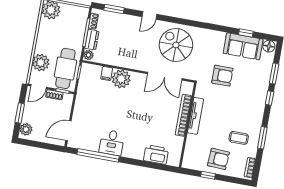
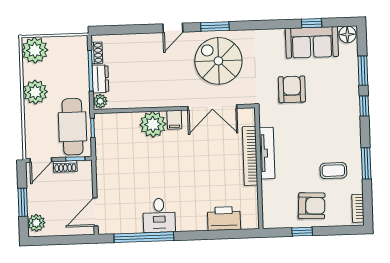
window: (114, 9) -> (215, 26), moved
plant: (41, 63) -> (35, 92), moved
filing cabinet: (107, 73) -> (174, 120), moved
armchair: (222, 76) -> (292, 89), turned -90

